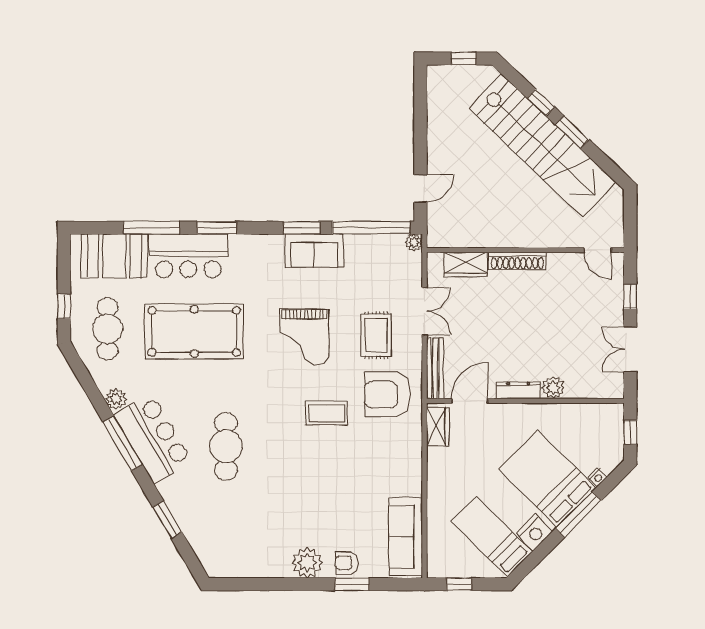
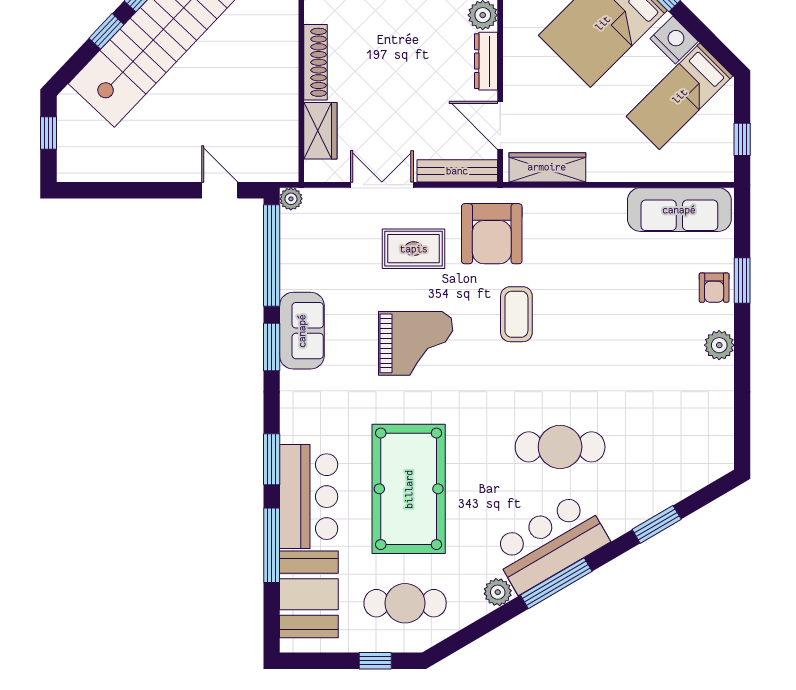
wardrobe: (438, 427) -> (547, 167), width x1.50
plant: (307, 563) -> (719, 345), width x0.73, depth x0.73

